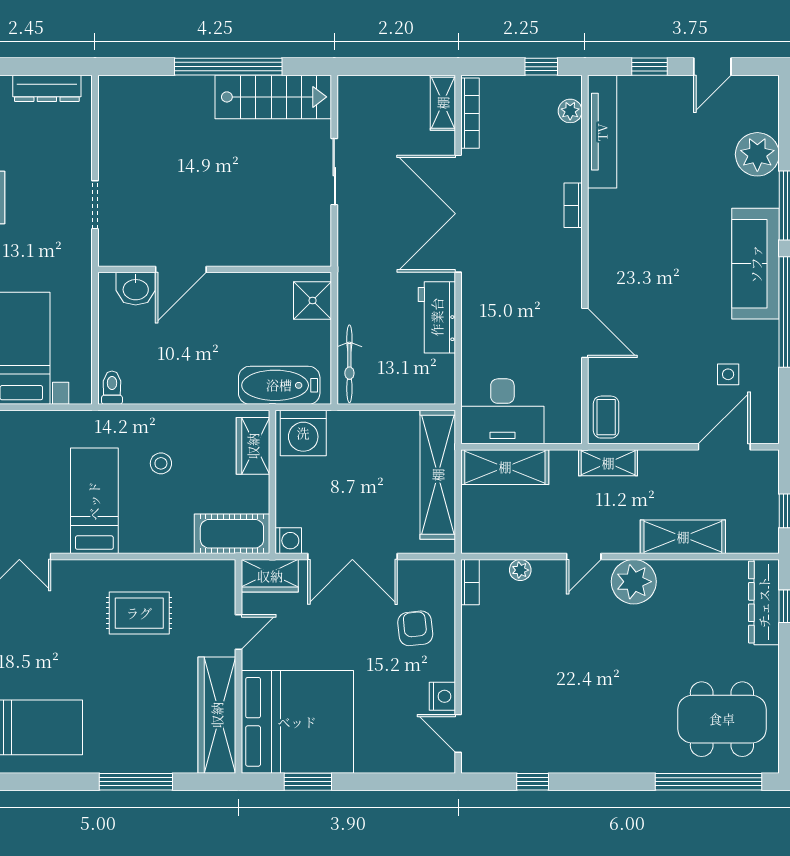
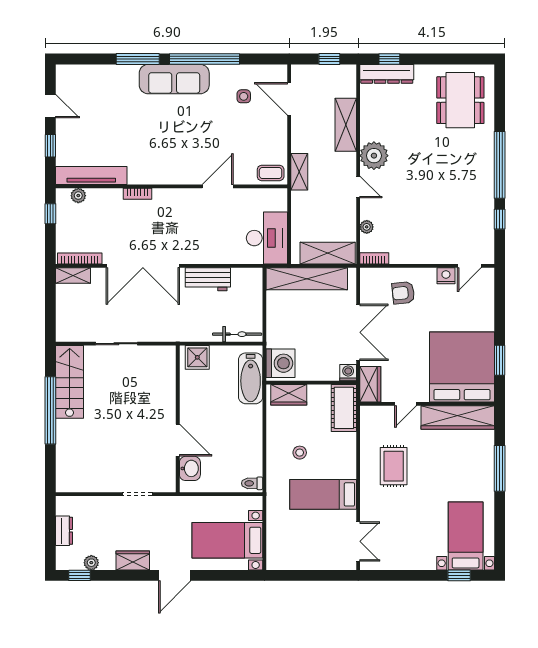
dresser: (47, 88) -> (64, 531), width x0.70
plant: (757, 154) -> (106, 78), removed
shelving: (505, 467) -> (328, 253), moved, turned 90
door: (239, 632) -> (406, 404), swing flipped
window: (709, 782) -> (500, 165), moved

